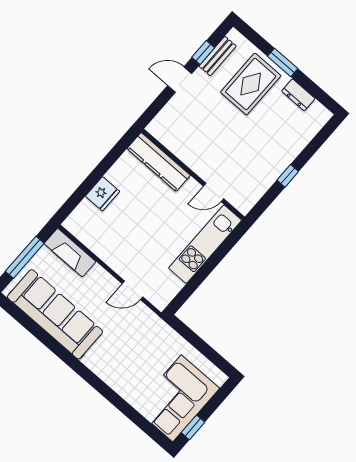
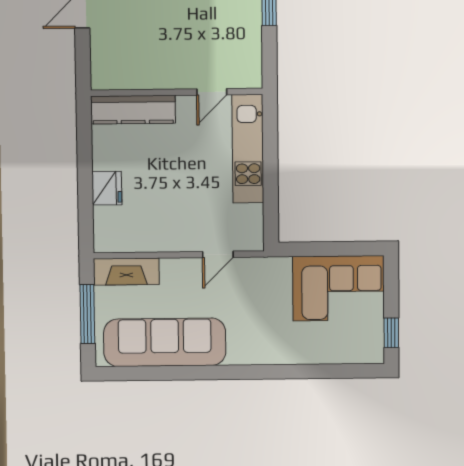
corner sofa: (177, 398) -> (338, 288), moved, turned -90

